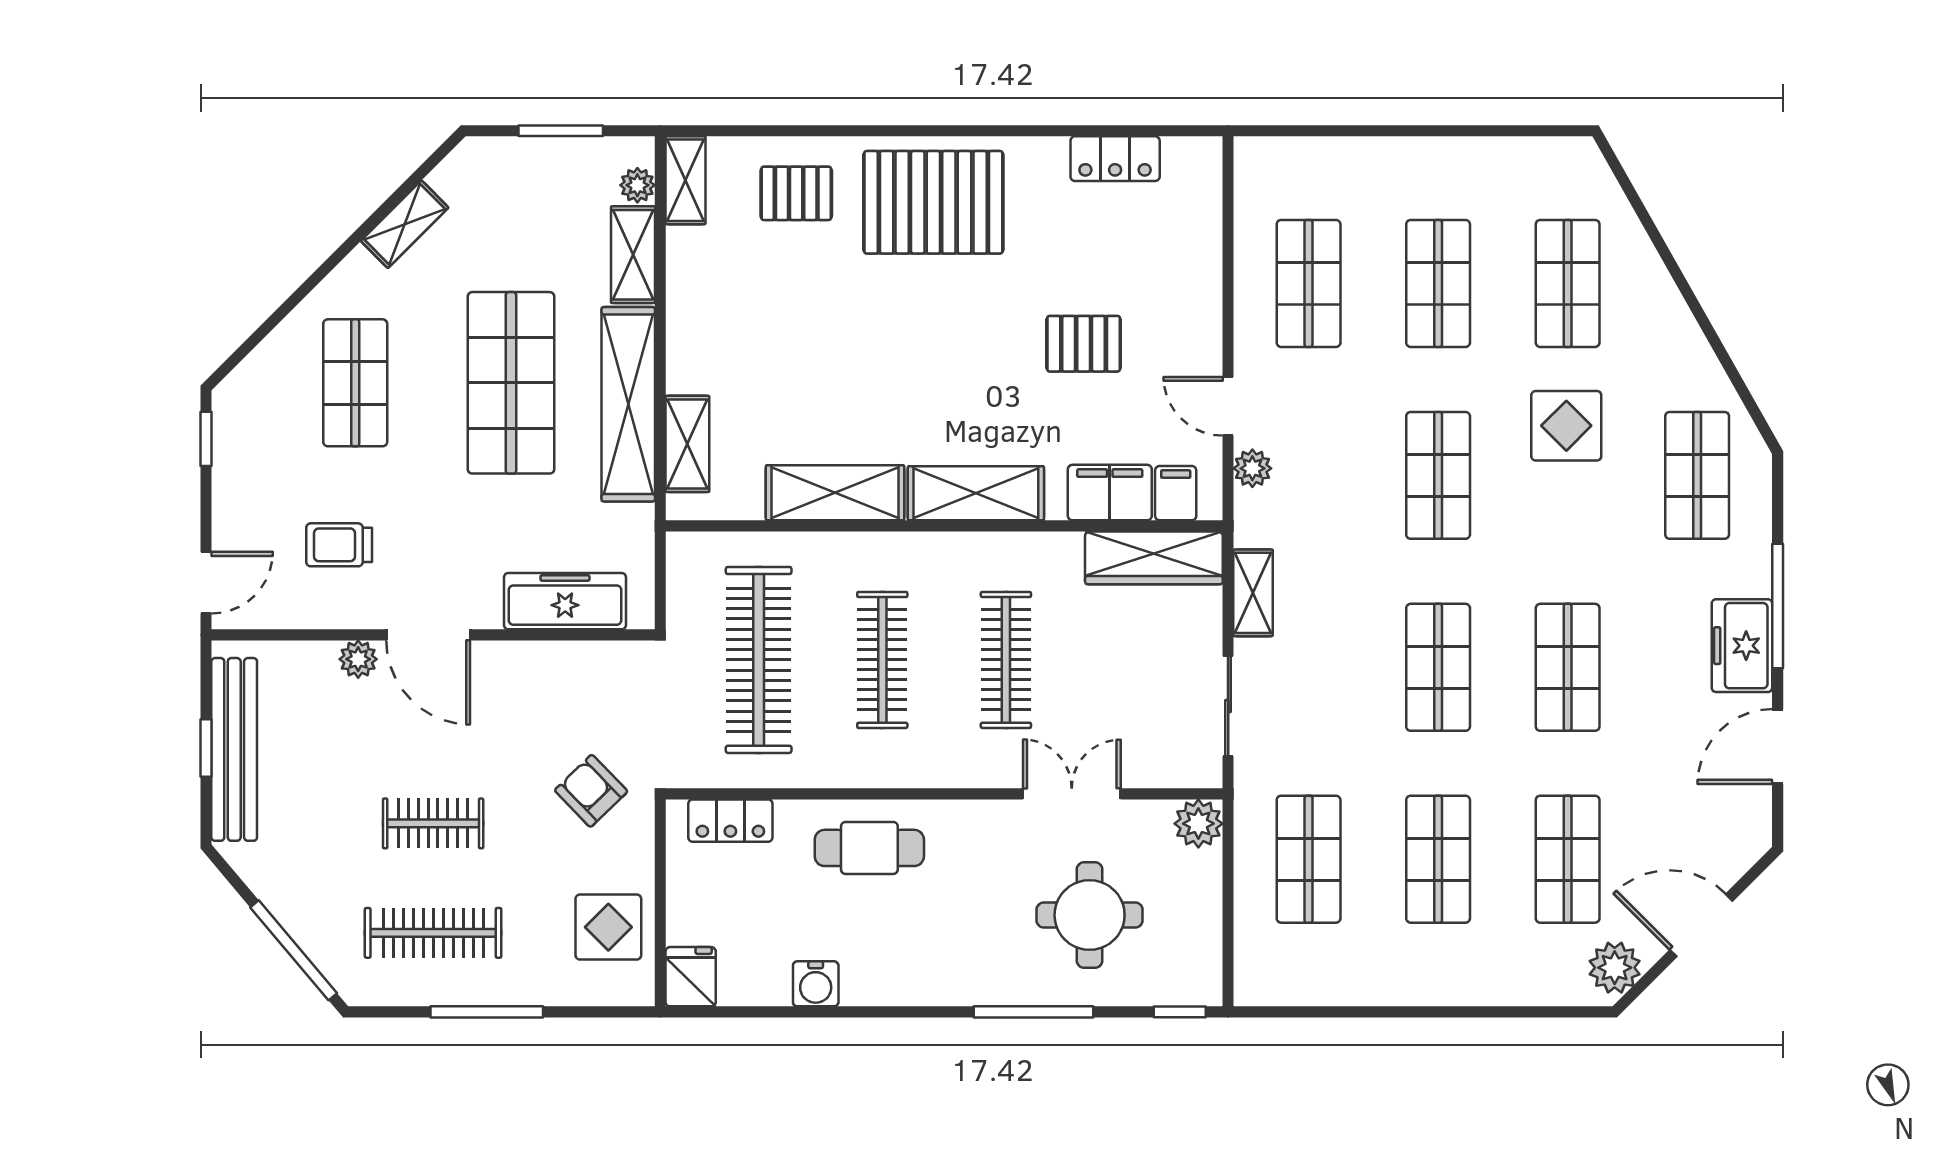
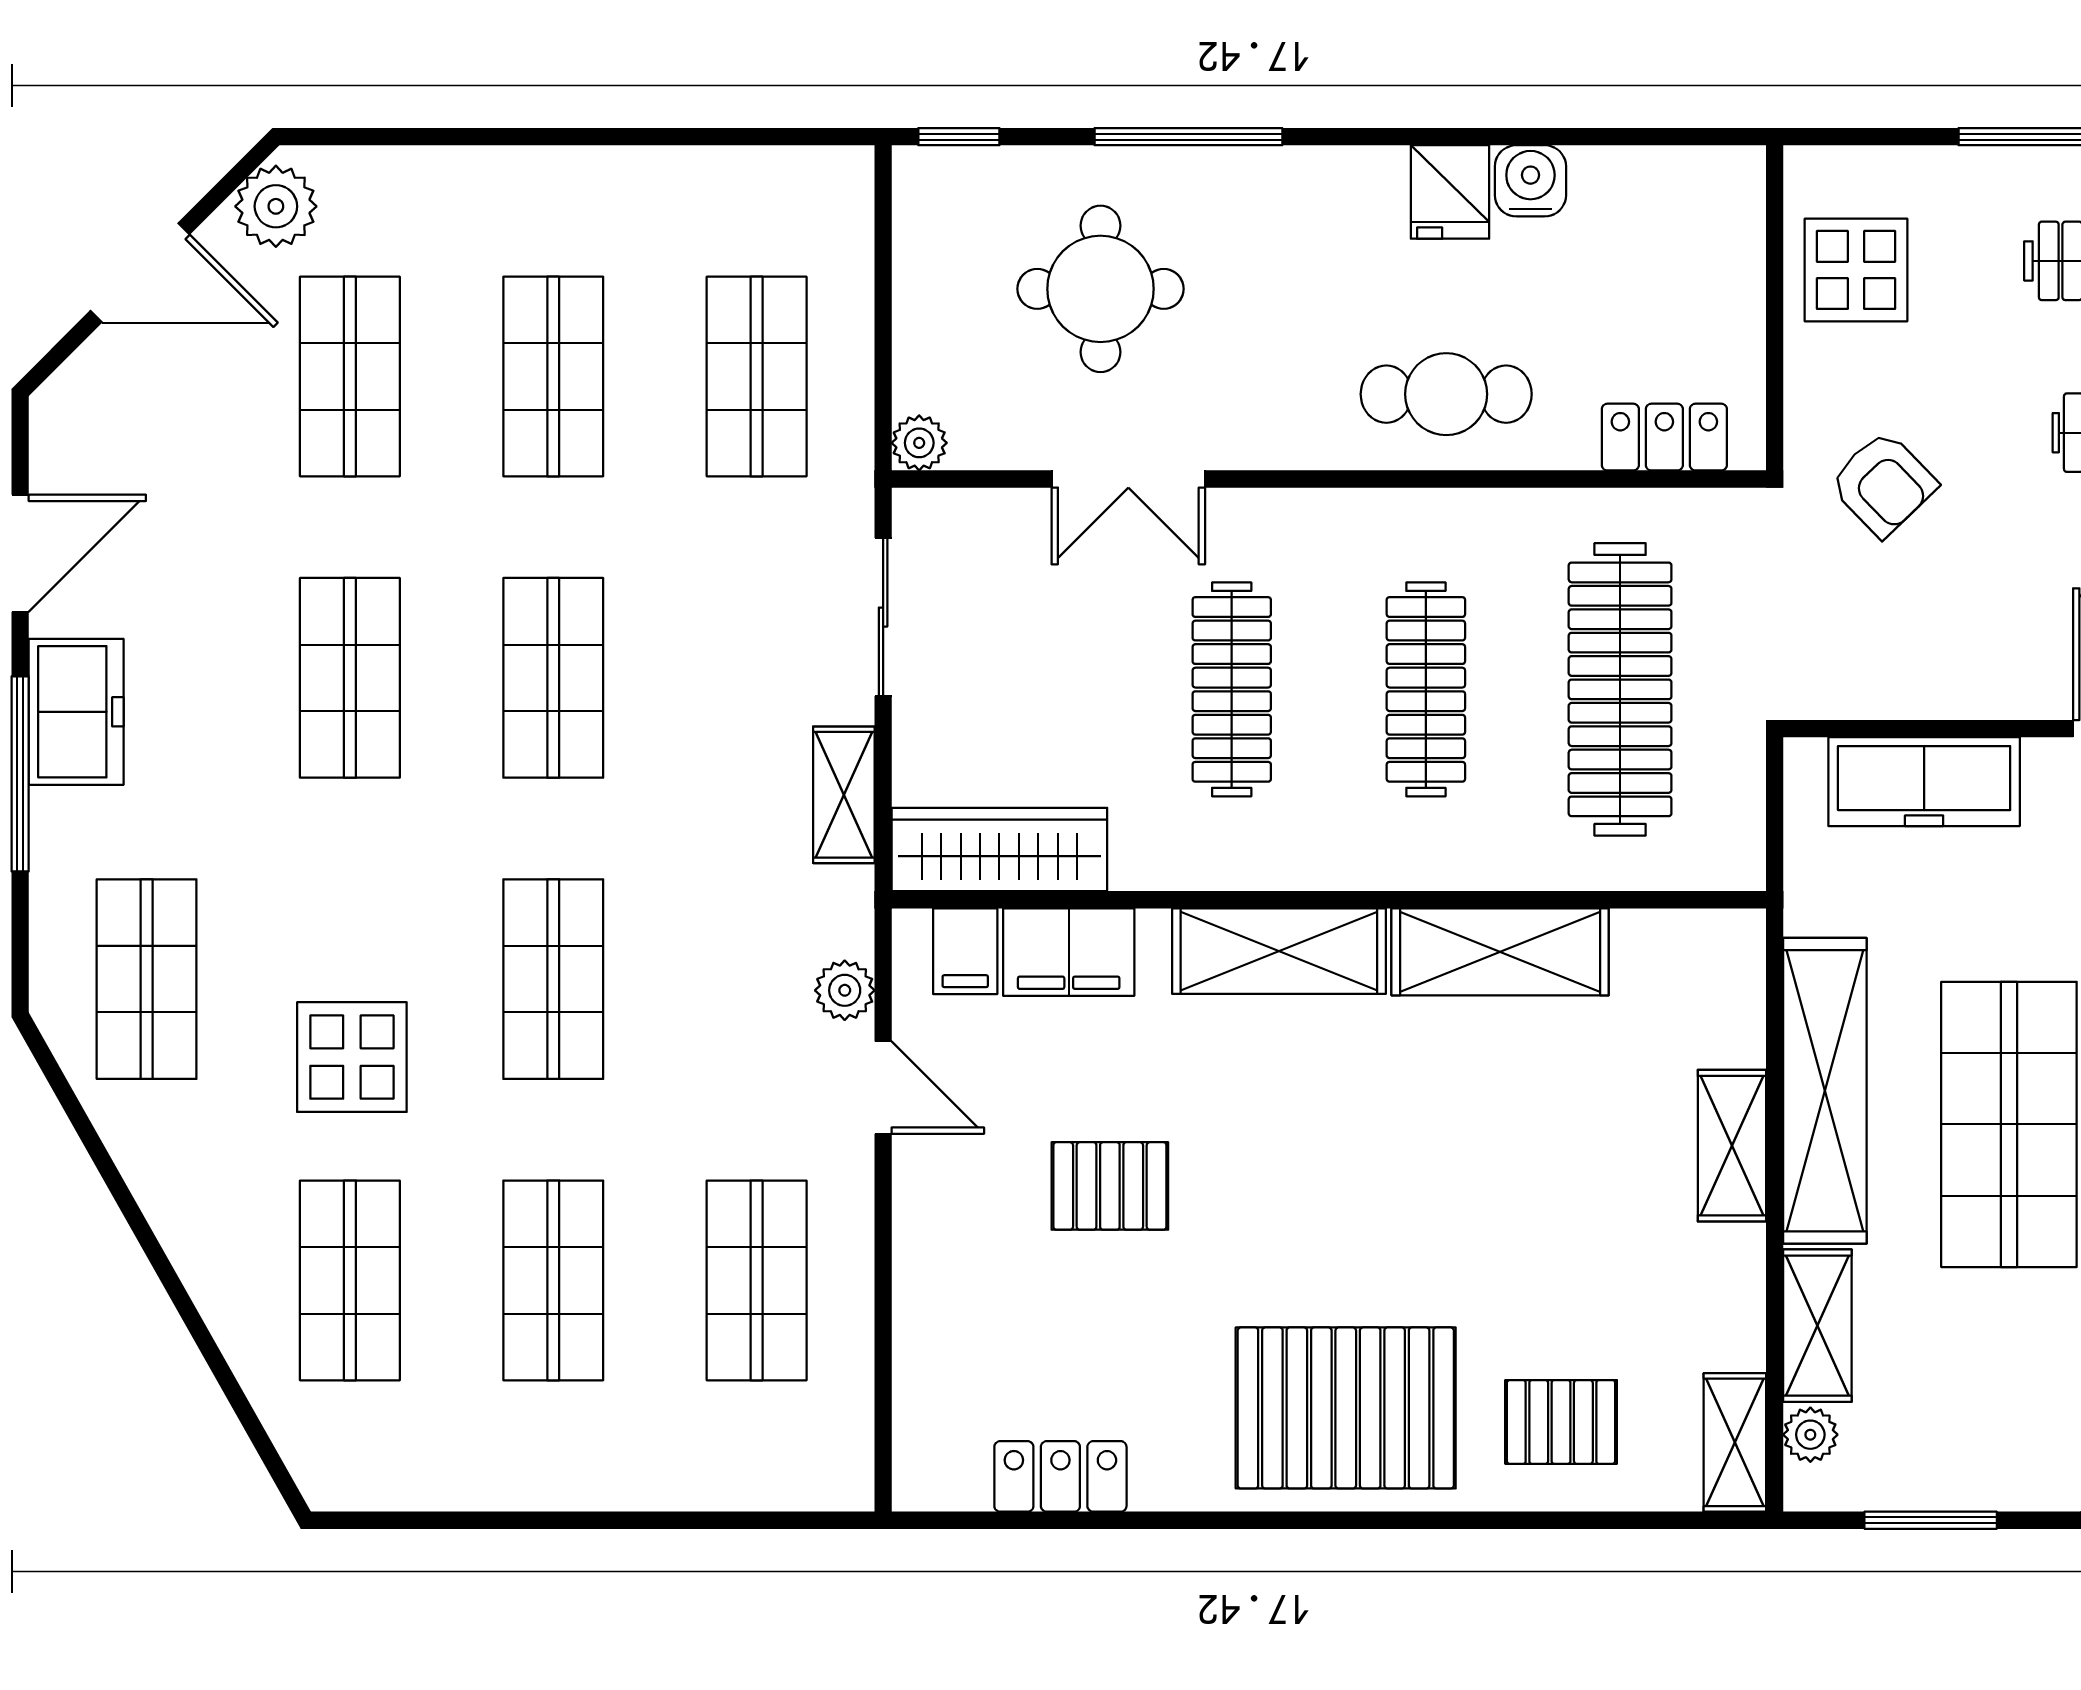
shelving: (687, 444) -> (1732, 1146), moved
plant: (1198, 824) -> (919, 443), width x0.73, depth x0.73
fridge: (691, 977) -> (1450, 192), moved

